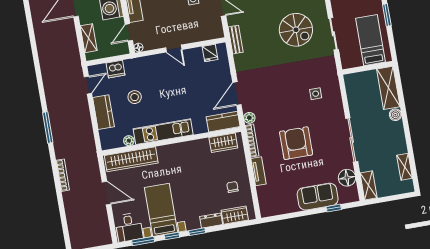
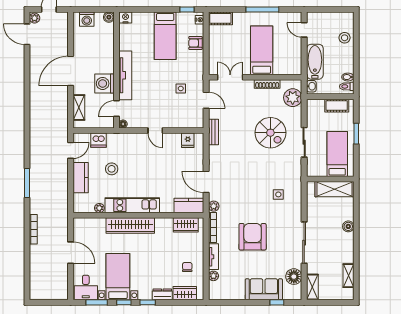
shelving: (388, 88) -> (335, 189), moved, turned 90
door: (237, 94) -> (206, 182), hinge flipped
wardrobe: (131, 159) -> (130, 225), moved
plant: (262, 192) -> (213, 276), added

